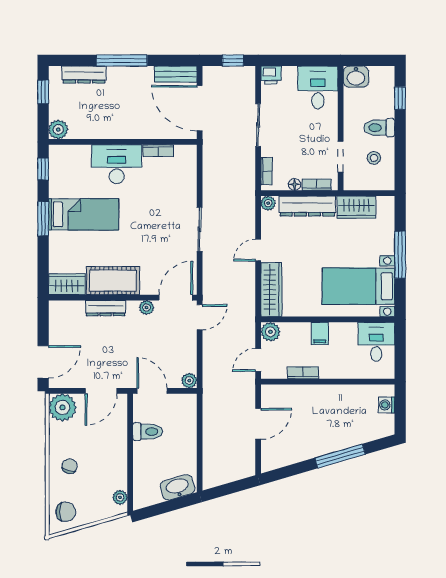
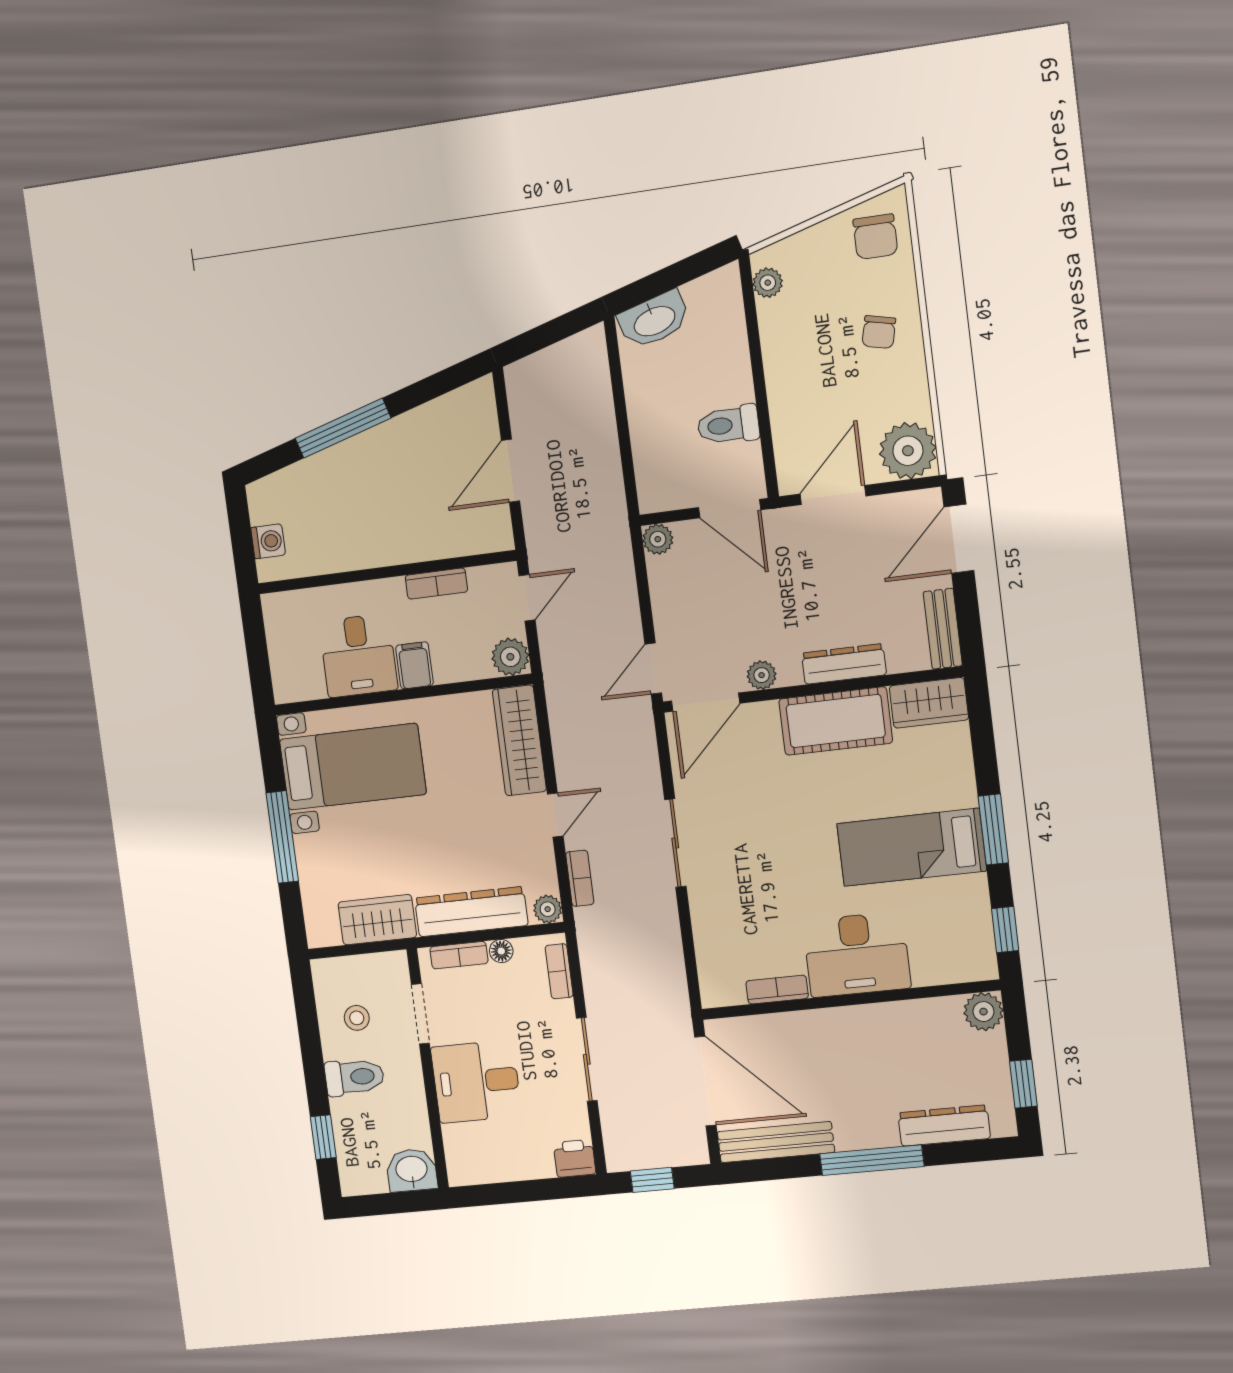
bench: (176, 74) -> (776, 1142), width x1.36
desk: (318, 87) -> (476, 1082), moved, turned 90
bookcase: (250, 217) -> (580, 878), added
bench: (56, 319) -> (943, 629), added
desk: (376, 342) -> (358, 655), moved
chair: (66, 512) -> (875, 237), turned -90

